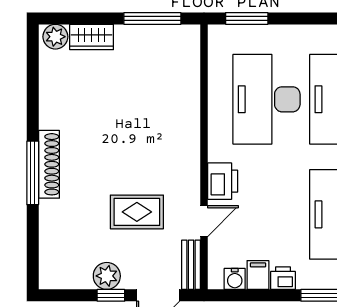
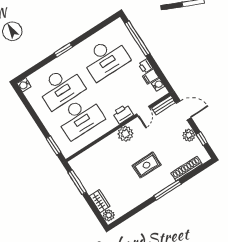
plant: (184, 163) -> (125, 134), added
shoe rack: (49, 164) -> (187, 169), moved
rug: (137, 212) -> (147, 165), moved, turned 90
door: (204, 221) -> (143, 111), swing flipped
window: (111, 295) -> (202, 139), moved

